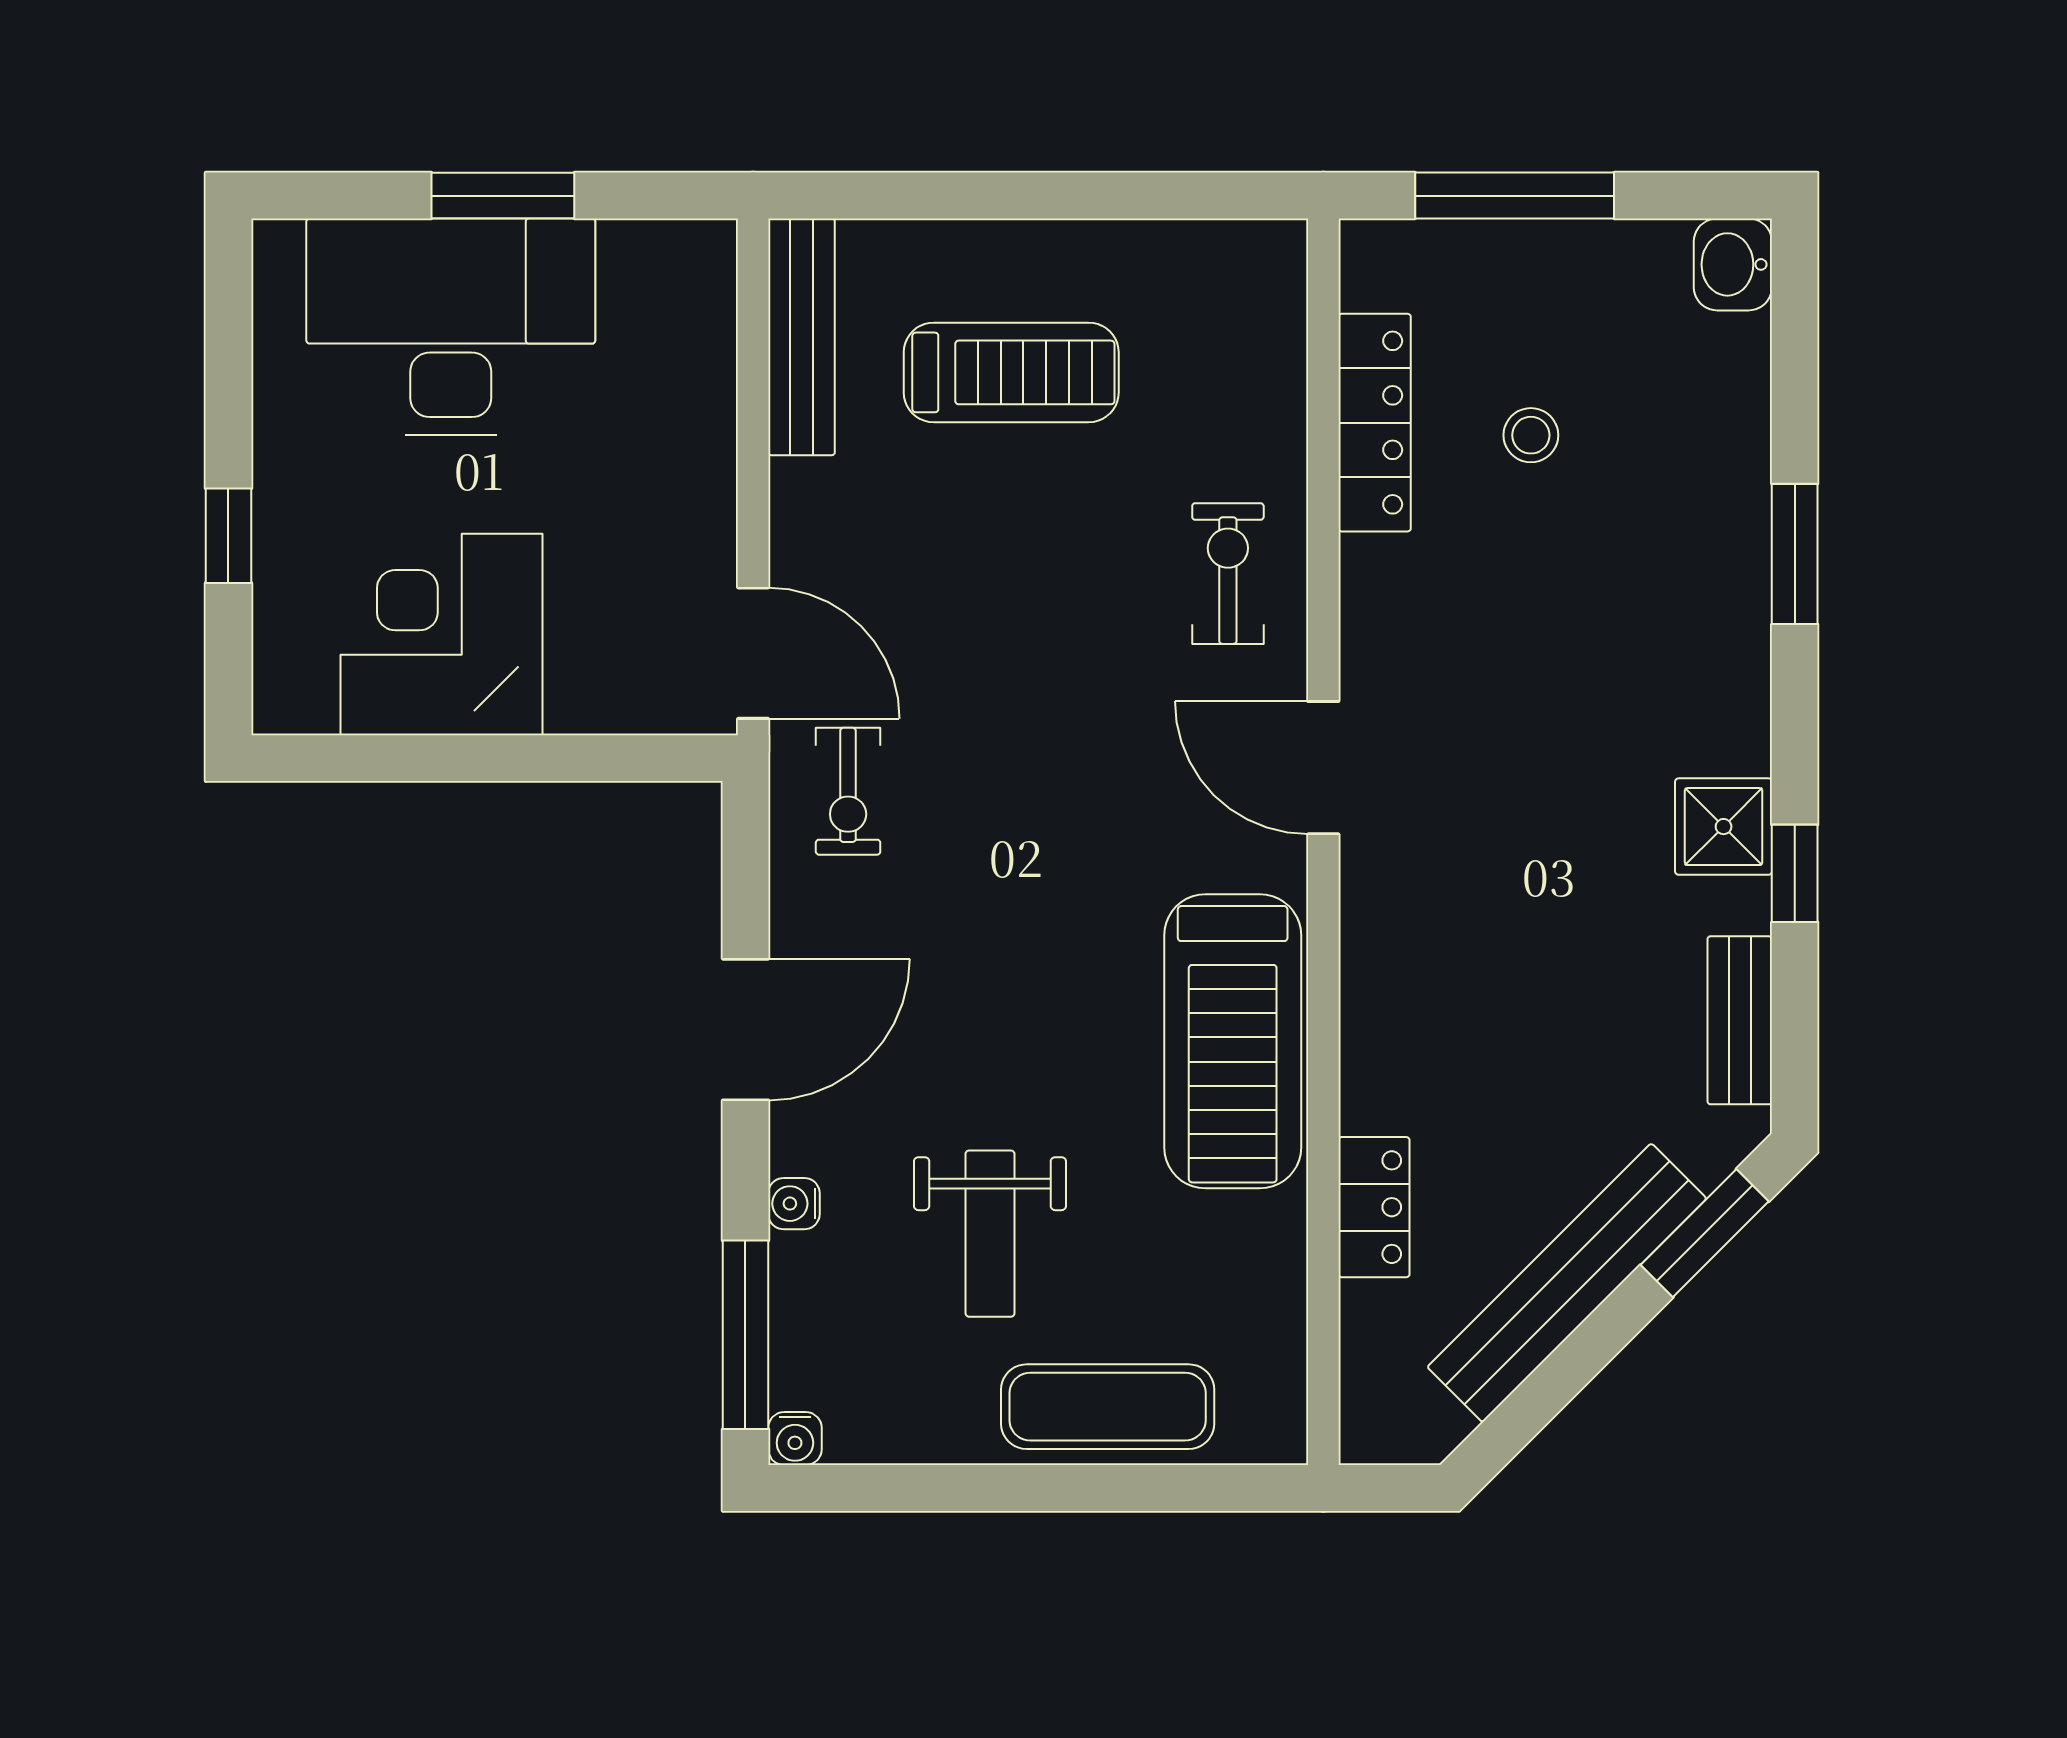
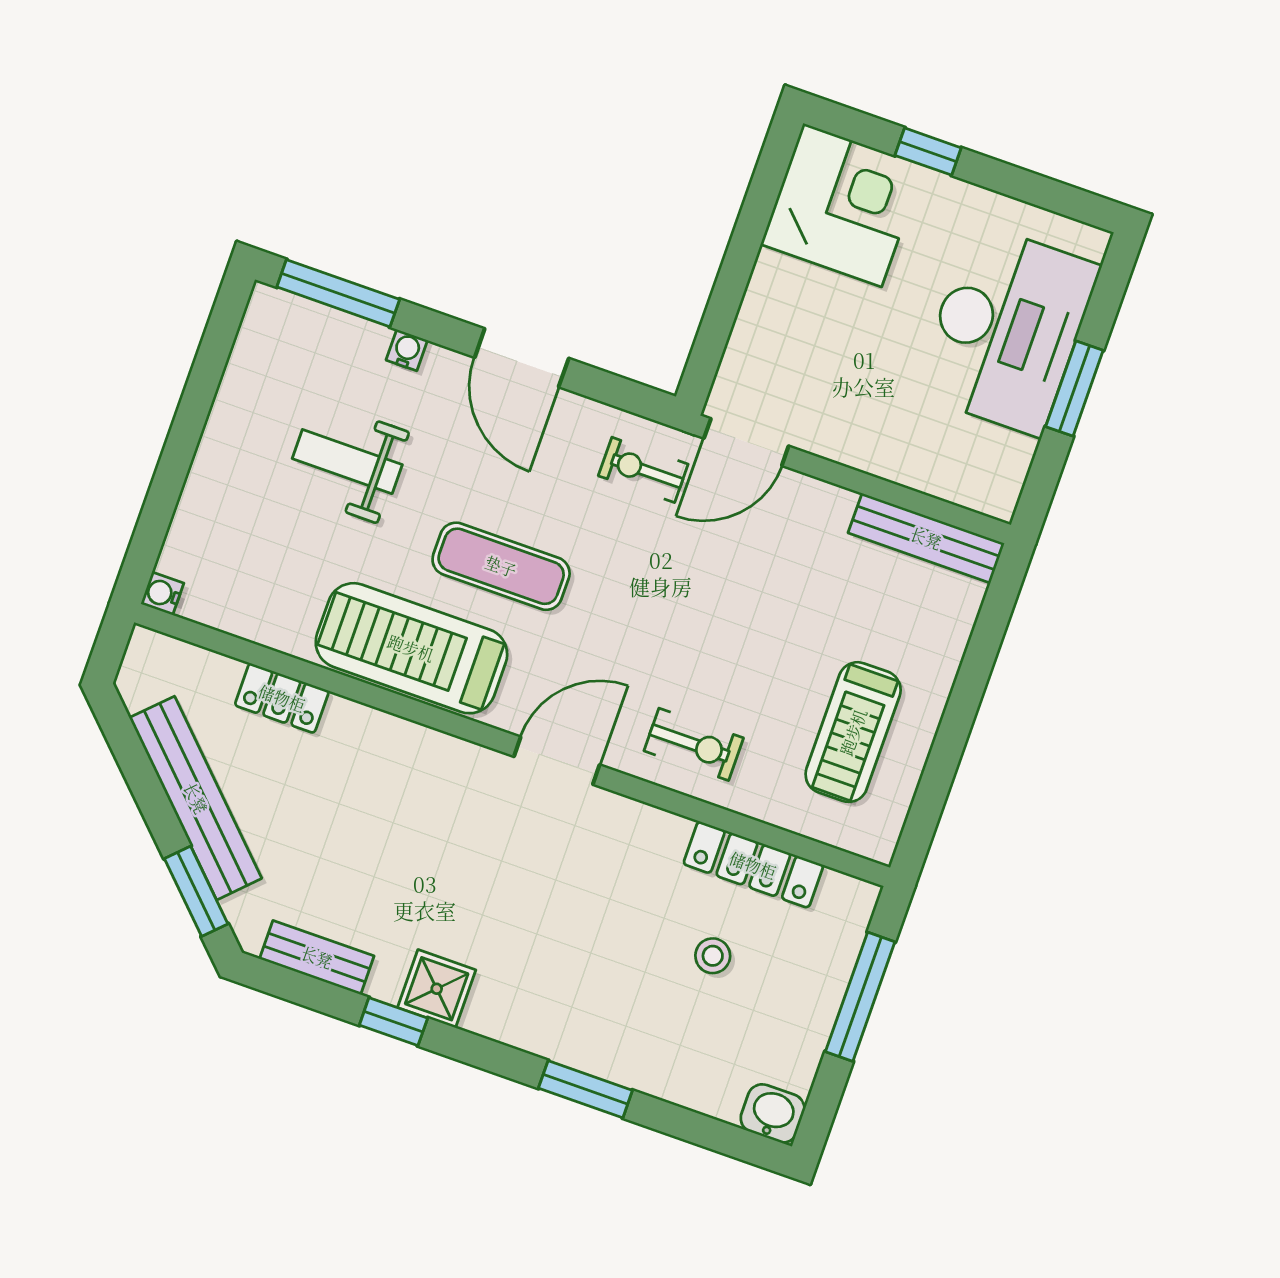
treadmill: (1011, 372) -> (853, 732), moved
corner desk: (442, 634) -> (842, 205), moved
exercise mat: (1108, 1407) -> (501, 566), moved, turned 90
water cooler: (795, 1439) -> (162, 593), moved

